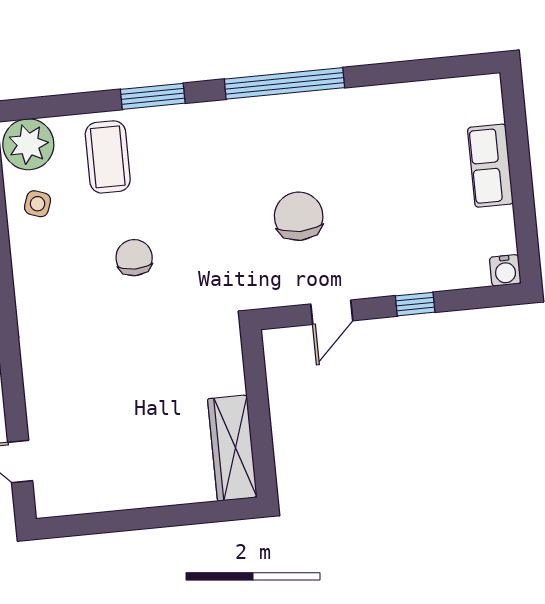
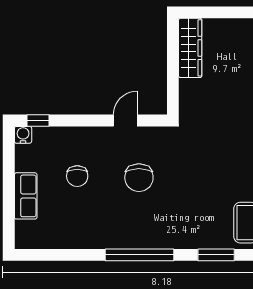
chair: (134, 258) -> (77, 176), moved
window: (415, 304) -> (38, 120), moved

